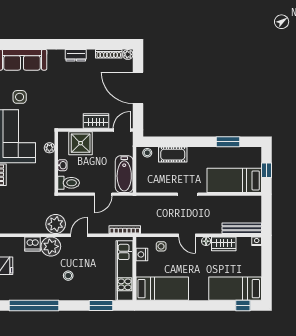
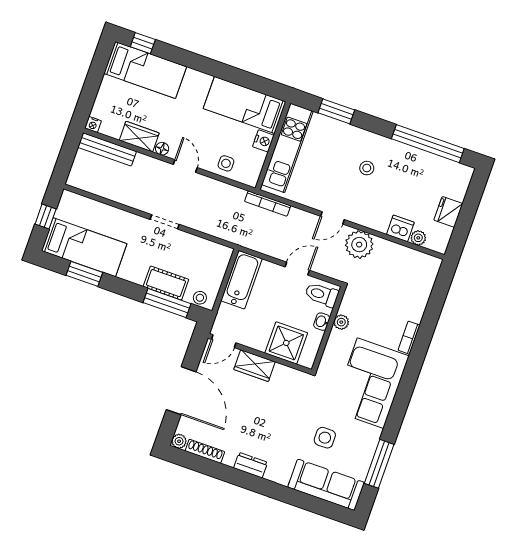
side table: (20, 97) -> (325, 438), moved
window: (167, 142) -> (167, 303), added
plant: (49, 148) -> (341, 322), moved
bed: (234, 180) -> (84, 247), moved
door: (103, 194) -> (297, 269), moved
plant: (51, 246) -> (418, 238), moved, width x0.53, depth x0.53
nightstand: (142, 254) -> (263, 141), moved

